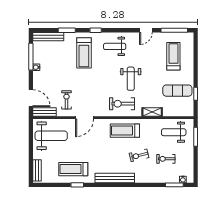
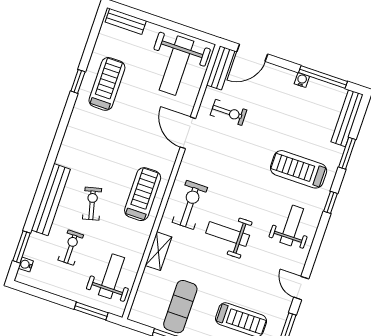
bench: (115, 178) -> (51, 200), moved

